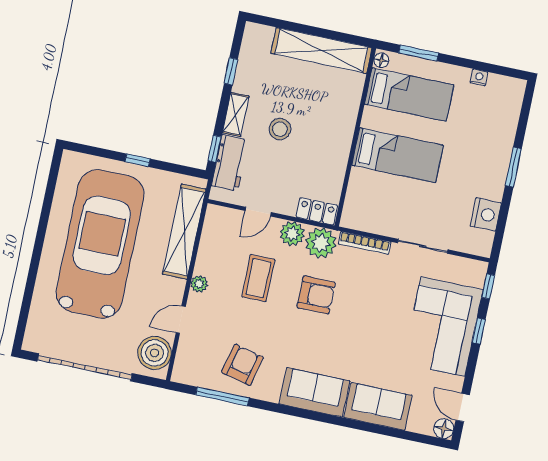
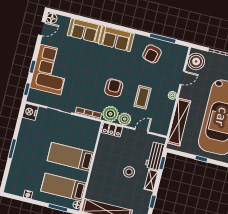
nightstand: (486, 214) -> (30, 112), moved
armchair: (316, 295) -> (114, 88), turned 90
door: (463, 408) -> (42, 29), hinge flipped

